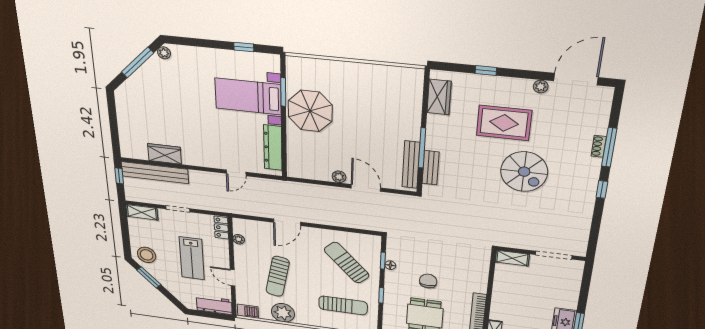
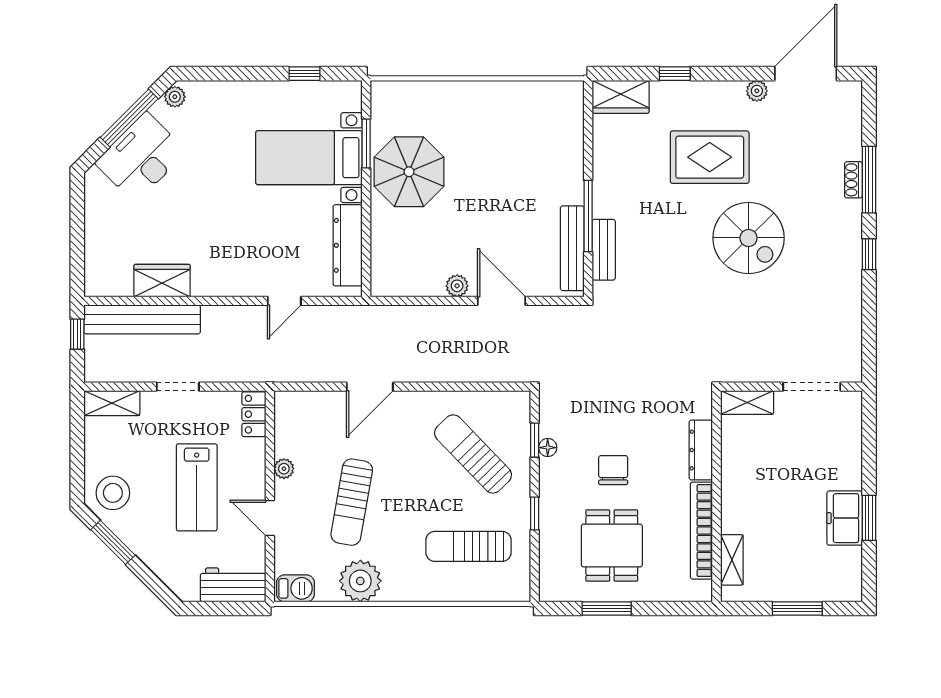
desk: (146, 86) -> (141, 157), added
wardrobe: (439, 97) -> (621, 97), moved, turned 90
plant: (239, 239) -> (284, 469), moved
dresser: (481, 278) -> (701, 450), added
sun lounger: (343, 305) -> (468, 546), turned 180

